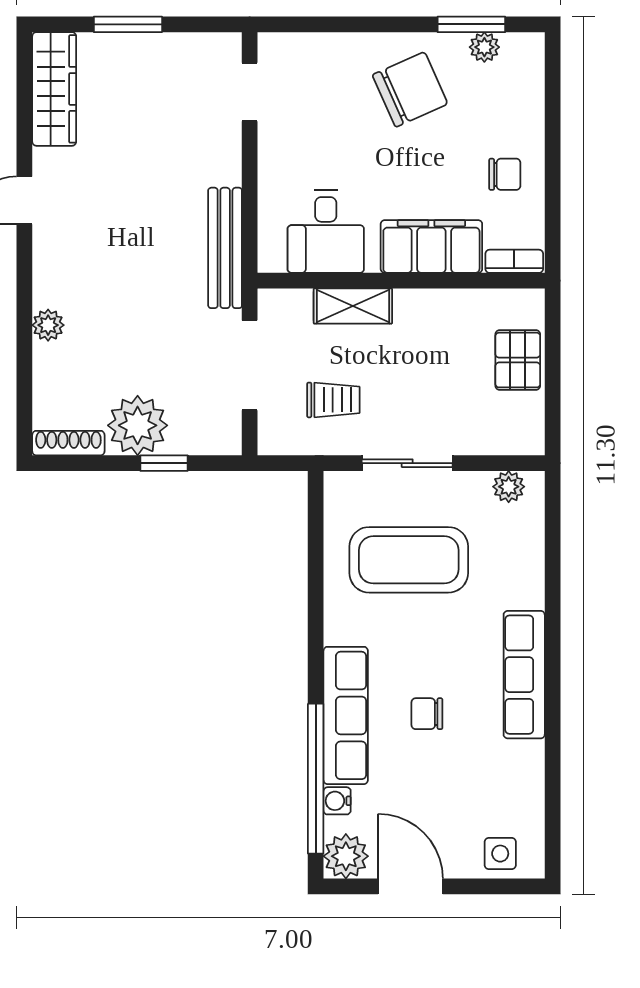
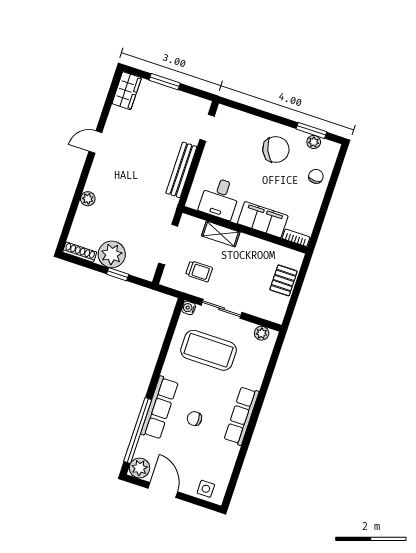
wardrobe: (54, 89) -> (127, 91), width x0.67
chair: (505, 174) -> (316, 176), moved, turned -90
bench: (225, 248) -> (181, 170), moved
water cooler: (337, 801) -> (189, 308), moved

